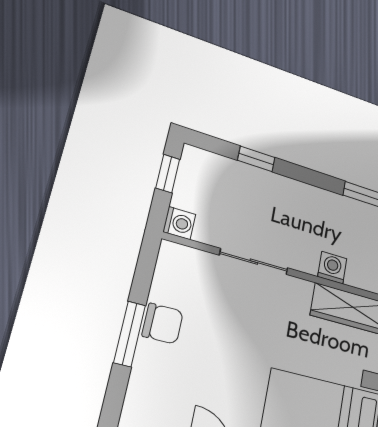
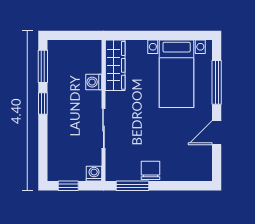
window: (256, 159) -> (43, 104), moved
window: (130, 334) -> (132, 186), moved

